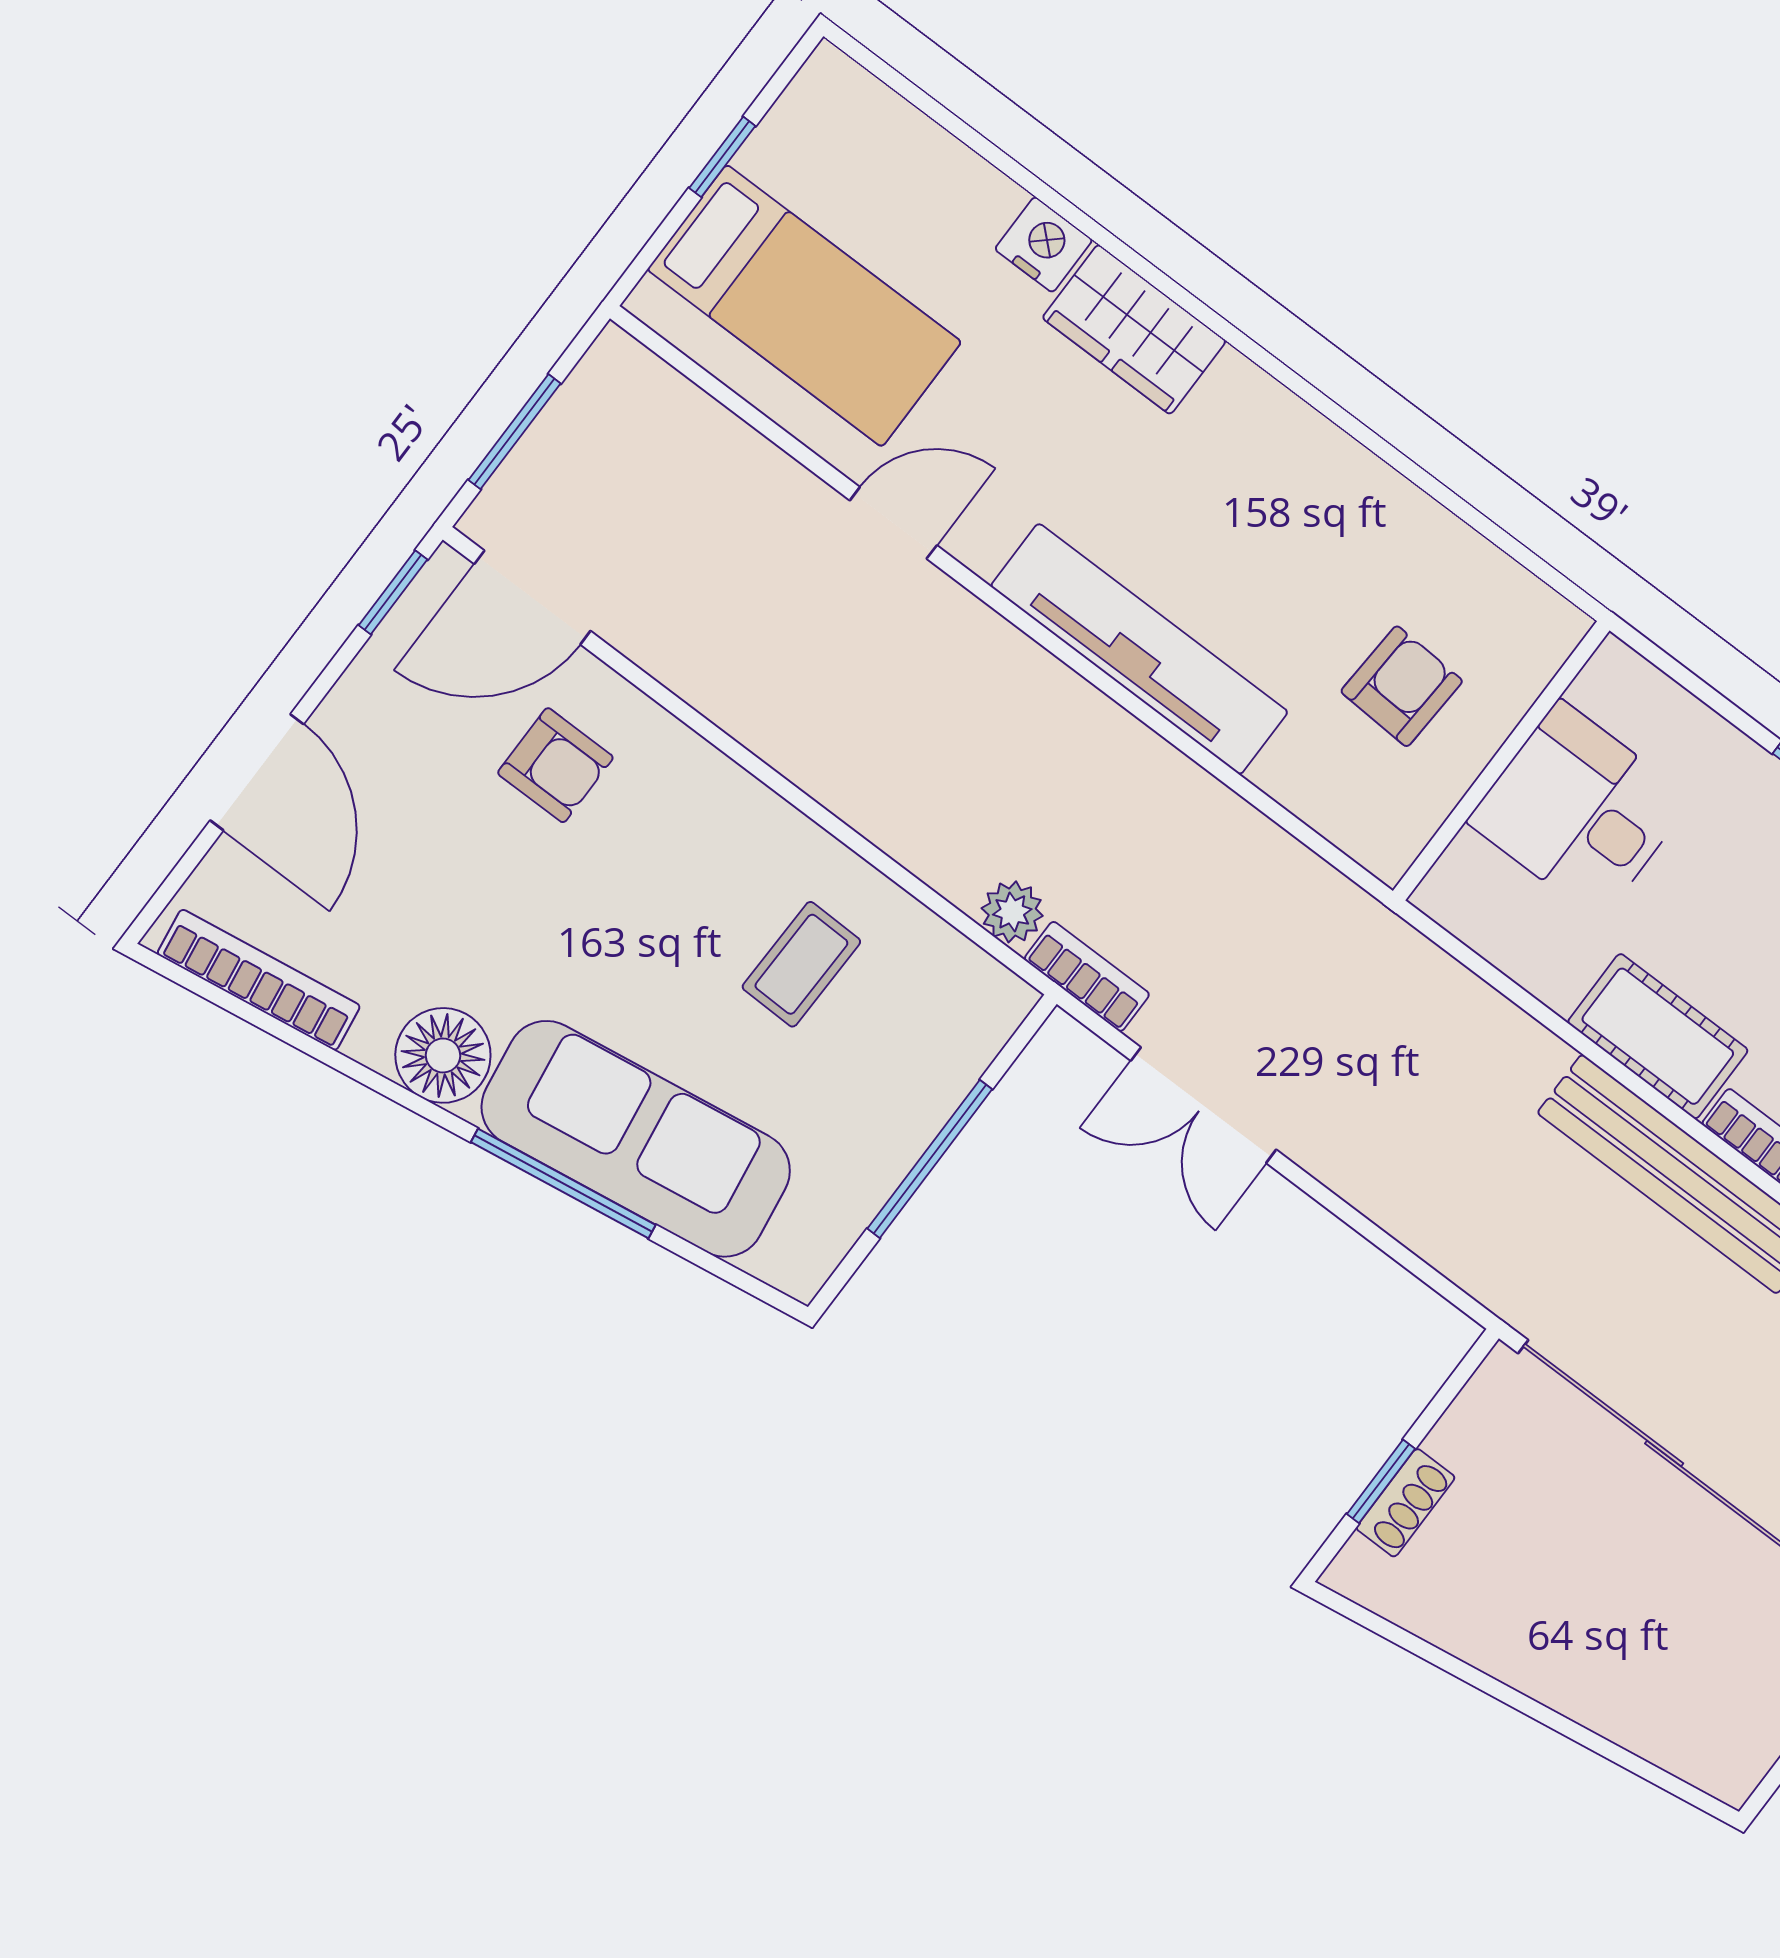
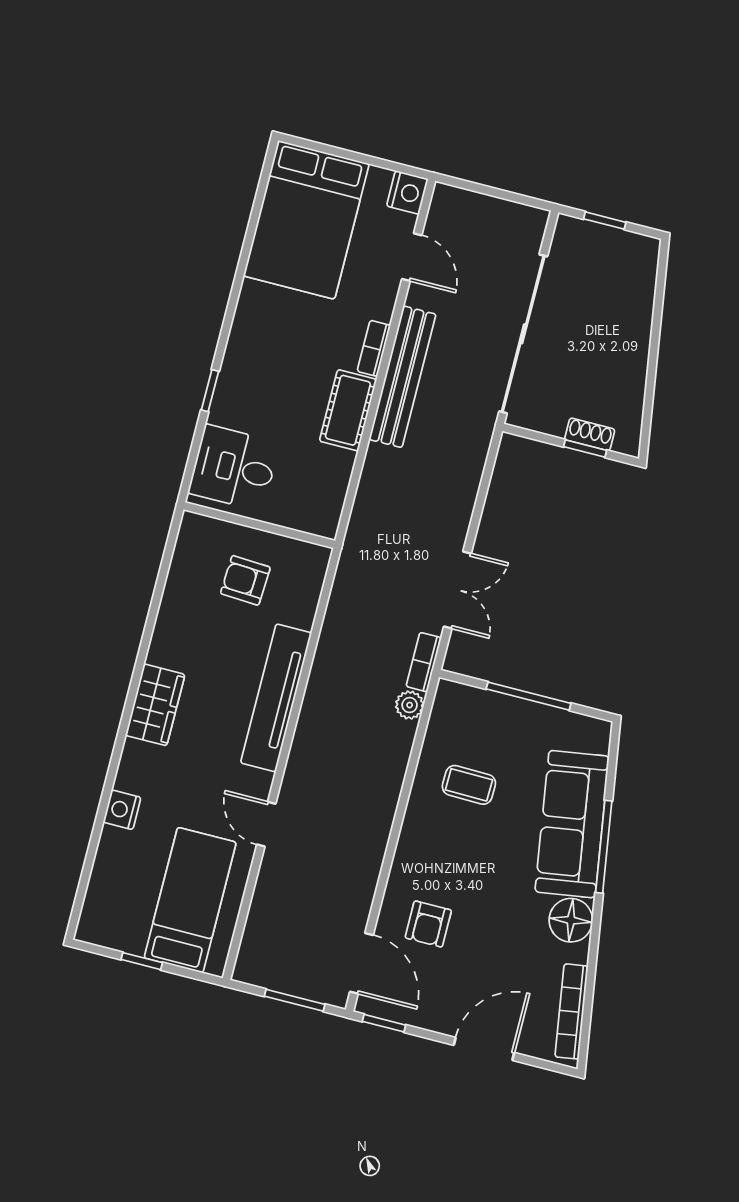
wardrobe: (1134, 329) -> (155, 705), moved
armchair: (555, 765) -> (428, 924), turned 180
desk: (1580, 810) -> (234, 468), moved, turned 90

